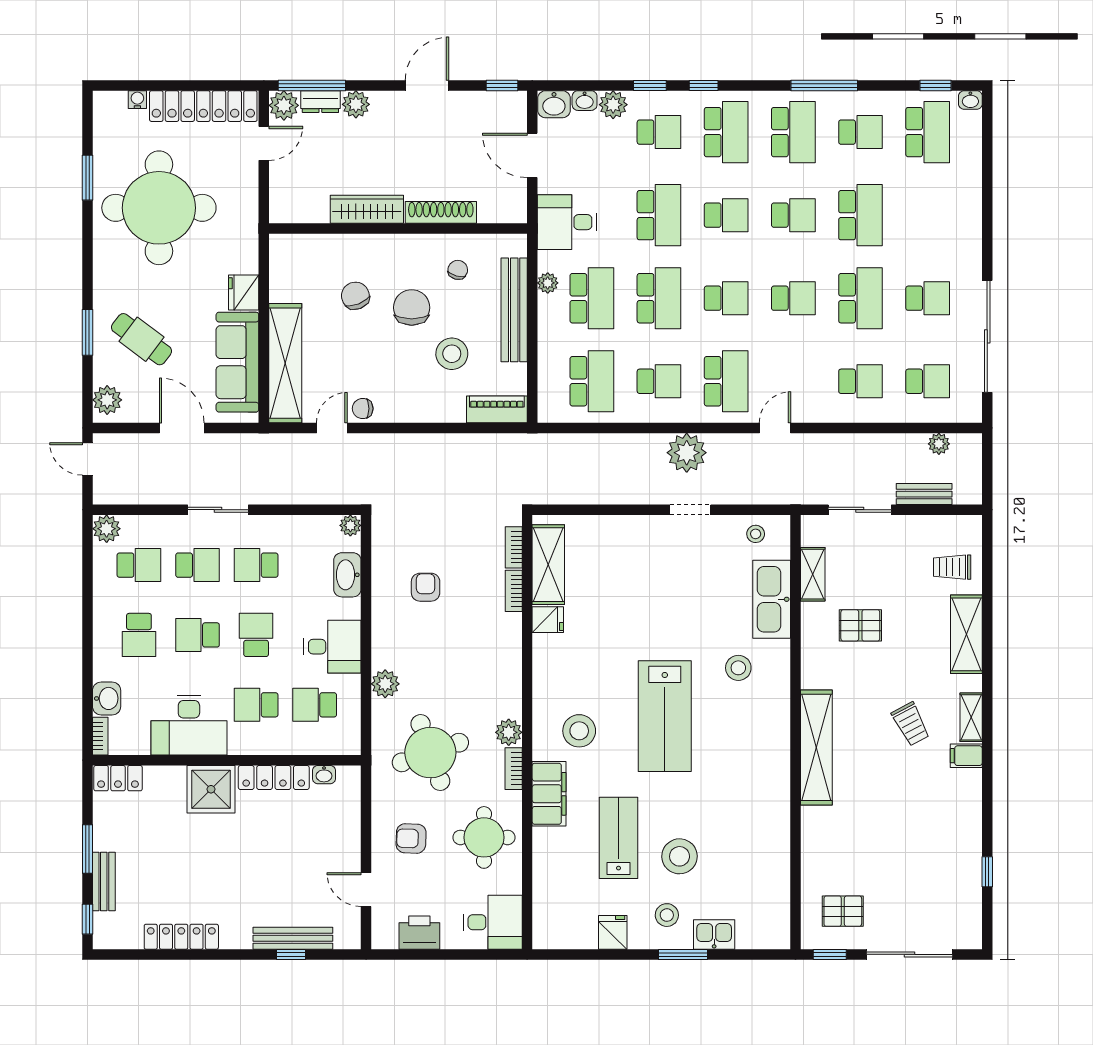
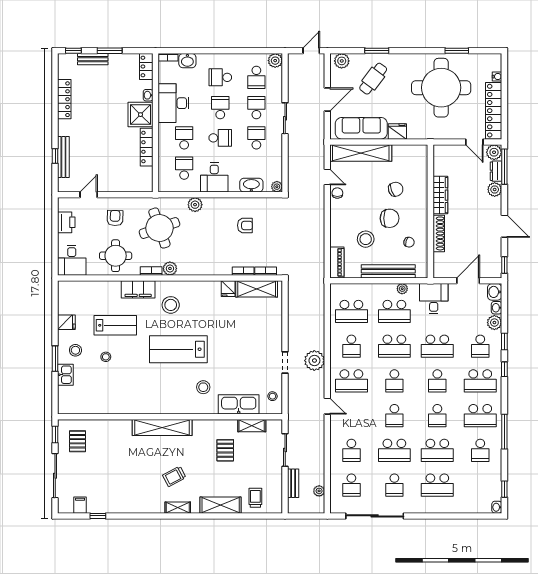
school desk: (928, 132) -> (437, 485), moved
school desk: (198, 565) -> (256, 108), turned 180
filing cabinet: (966, 756) -> (80, 505), moved
washbasin: (324, 775) -> (148, 95), moved
stool: (680, 856) -> (106, 357), width x0.53, depth x0.53

